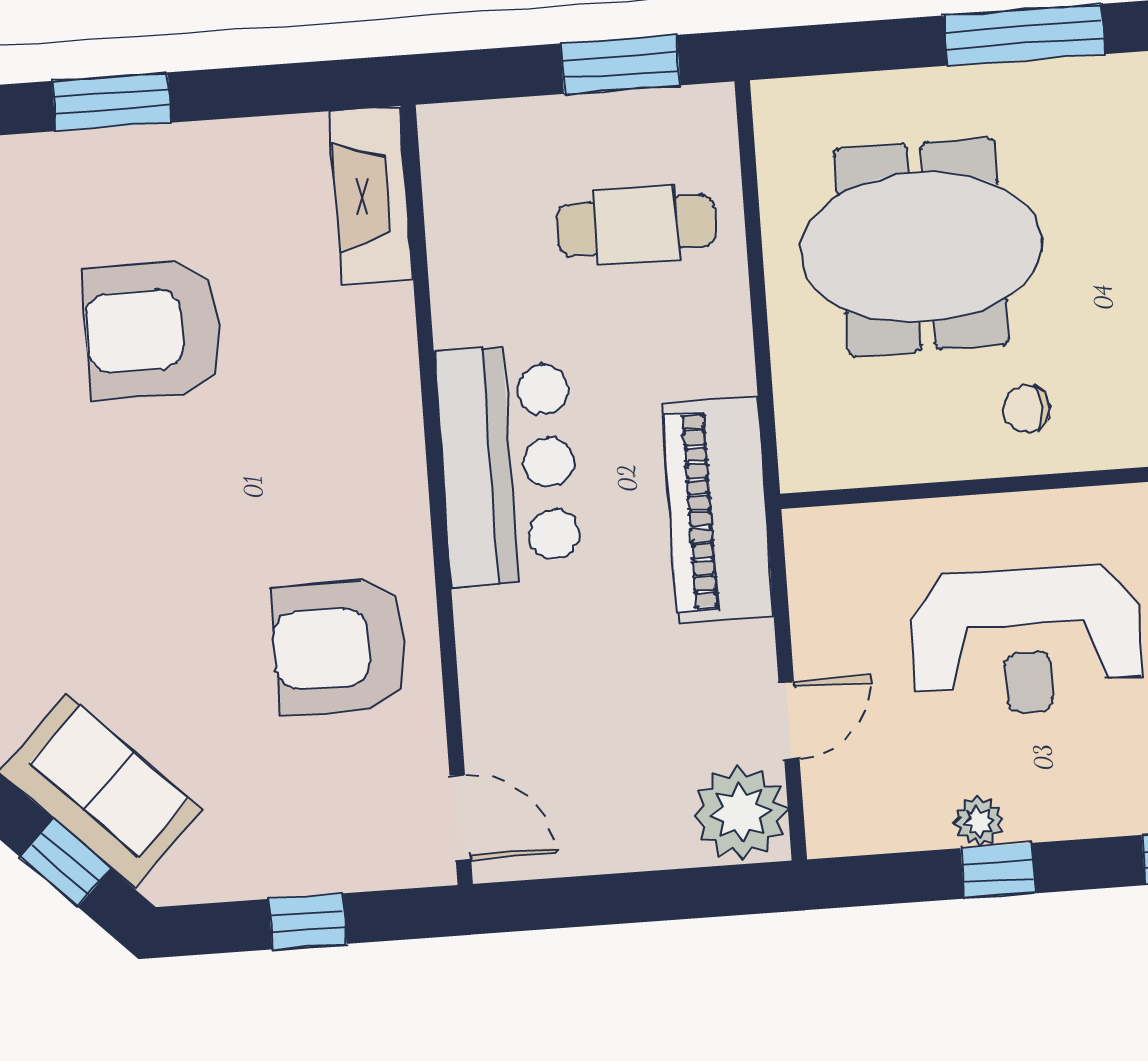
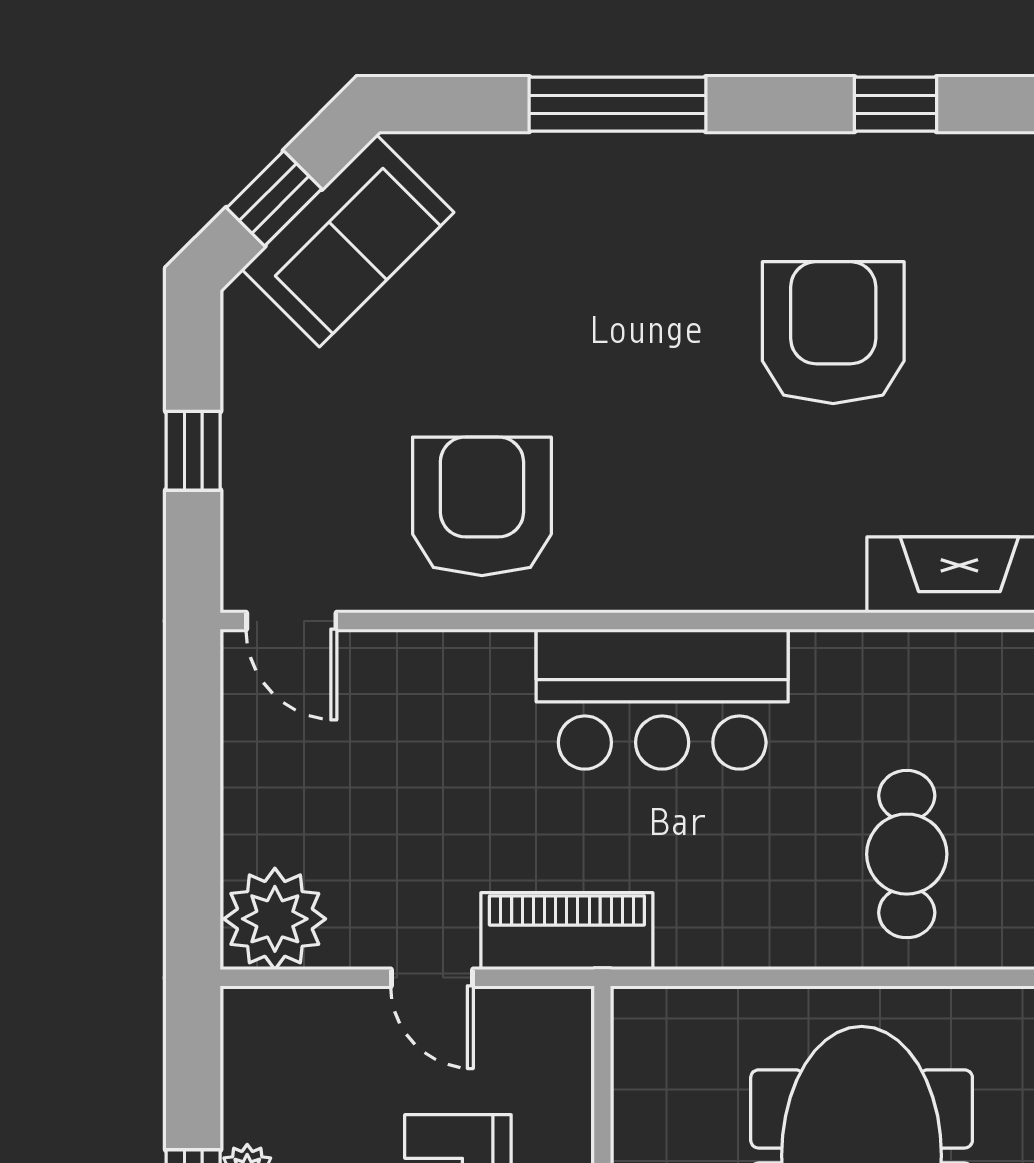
piano: (718, 510) -> (567, 931), width x0.73, depth x0.75
door: (789, 721) -> (432, 978), moved
door: (460, 818) -> (291, 621), hinge flipped

